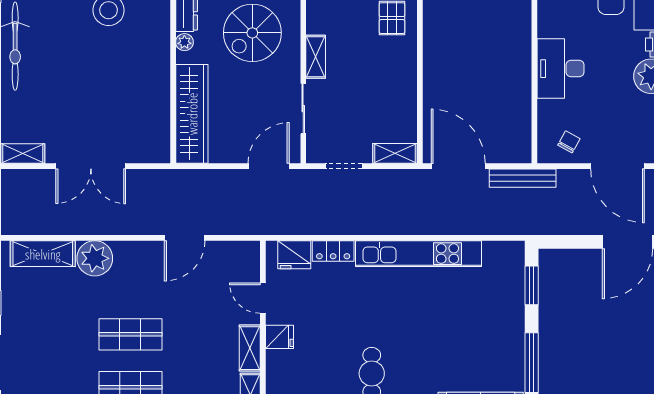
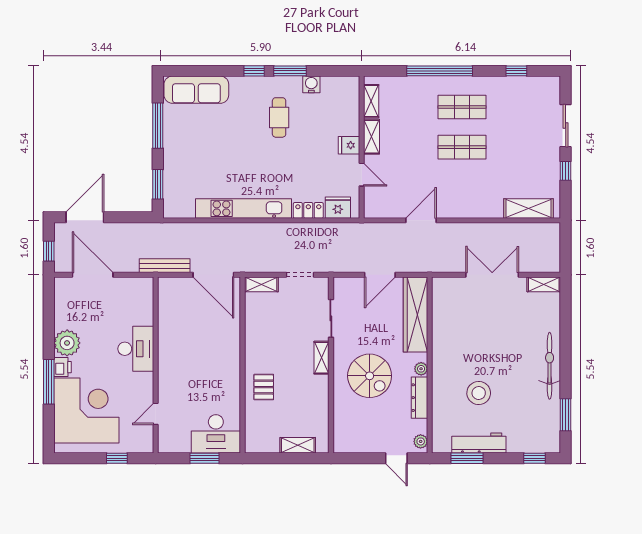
spiral stairs: (252, 33) -> (370, 376), turned 90
chair: (569, 142) -> (129, 293), removed
door: (269, 166) -> (380, 275), moved
plant: (95, 258) -> (489, 205), removed

